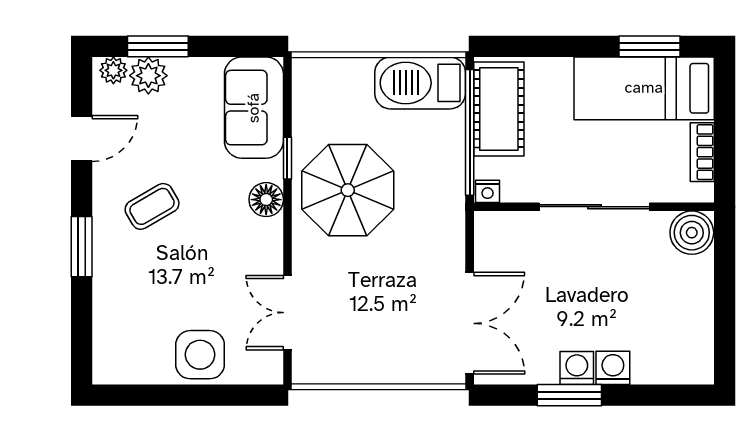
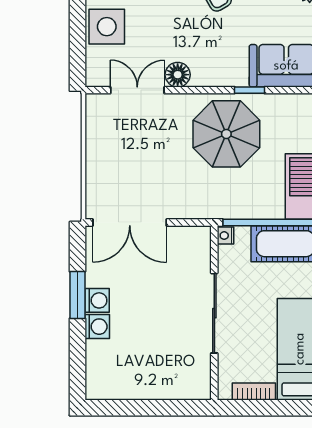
floor lamp: (266, 200) -> (178, 75), moved
boiler: (692, 233) -> (195, 384), removed

